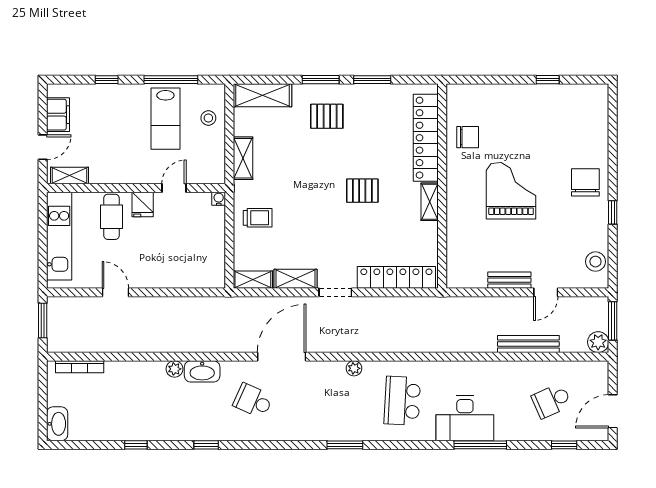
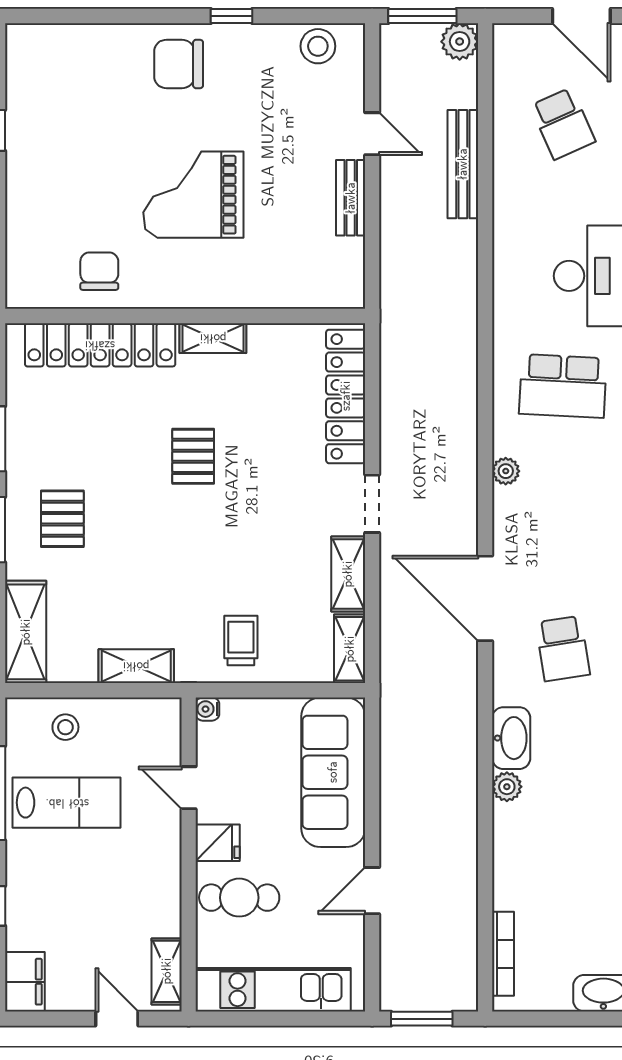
filing cabinet: (58, 115) -> (25, 982), moved, turned 90
sofa: (183, 270) -> (333, 772), added
school desk: (253, 401) -> (563, 649), turned -33

